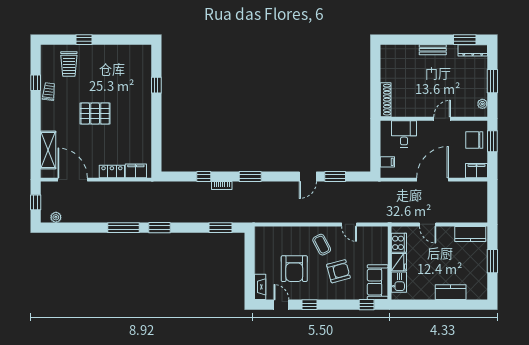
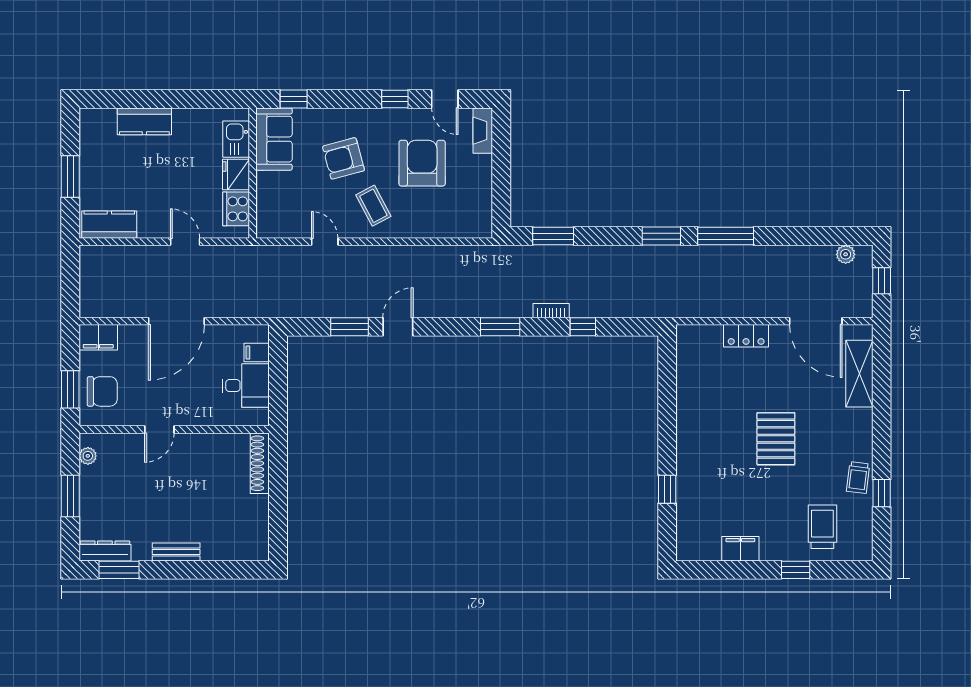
pallet: (95, 113) -> (776, 439), turned 90
desk: (404, 134) -> (246, 386), moved, turned -90
filing cabinet: (136, 171) -> (740, 549), moved, turned 180

